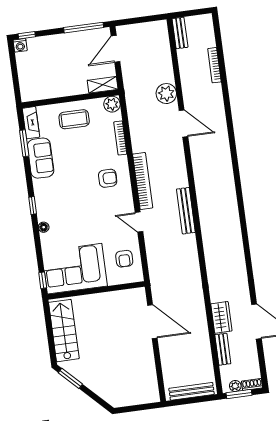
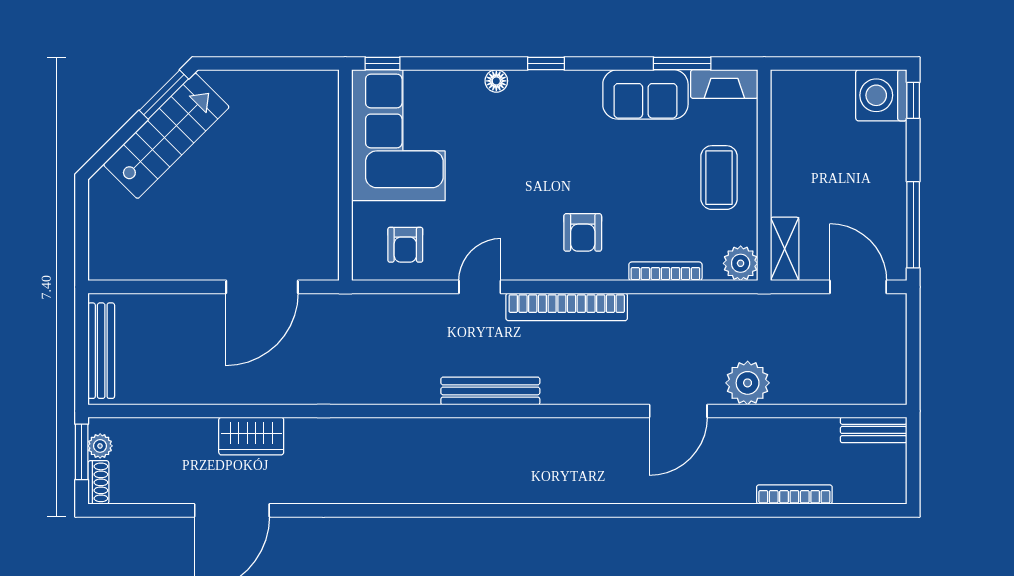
washing machine: (20, 45) -> (881, 95), width x1.89, depth x1.89
armchair: (124, 259) -> (405, 245), turned -90
stairs: (64, 331) -> (166, 136), moved, turned -45
bench: (223, 349) -> (182, 430), removed

